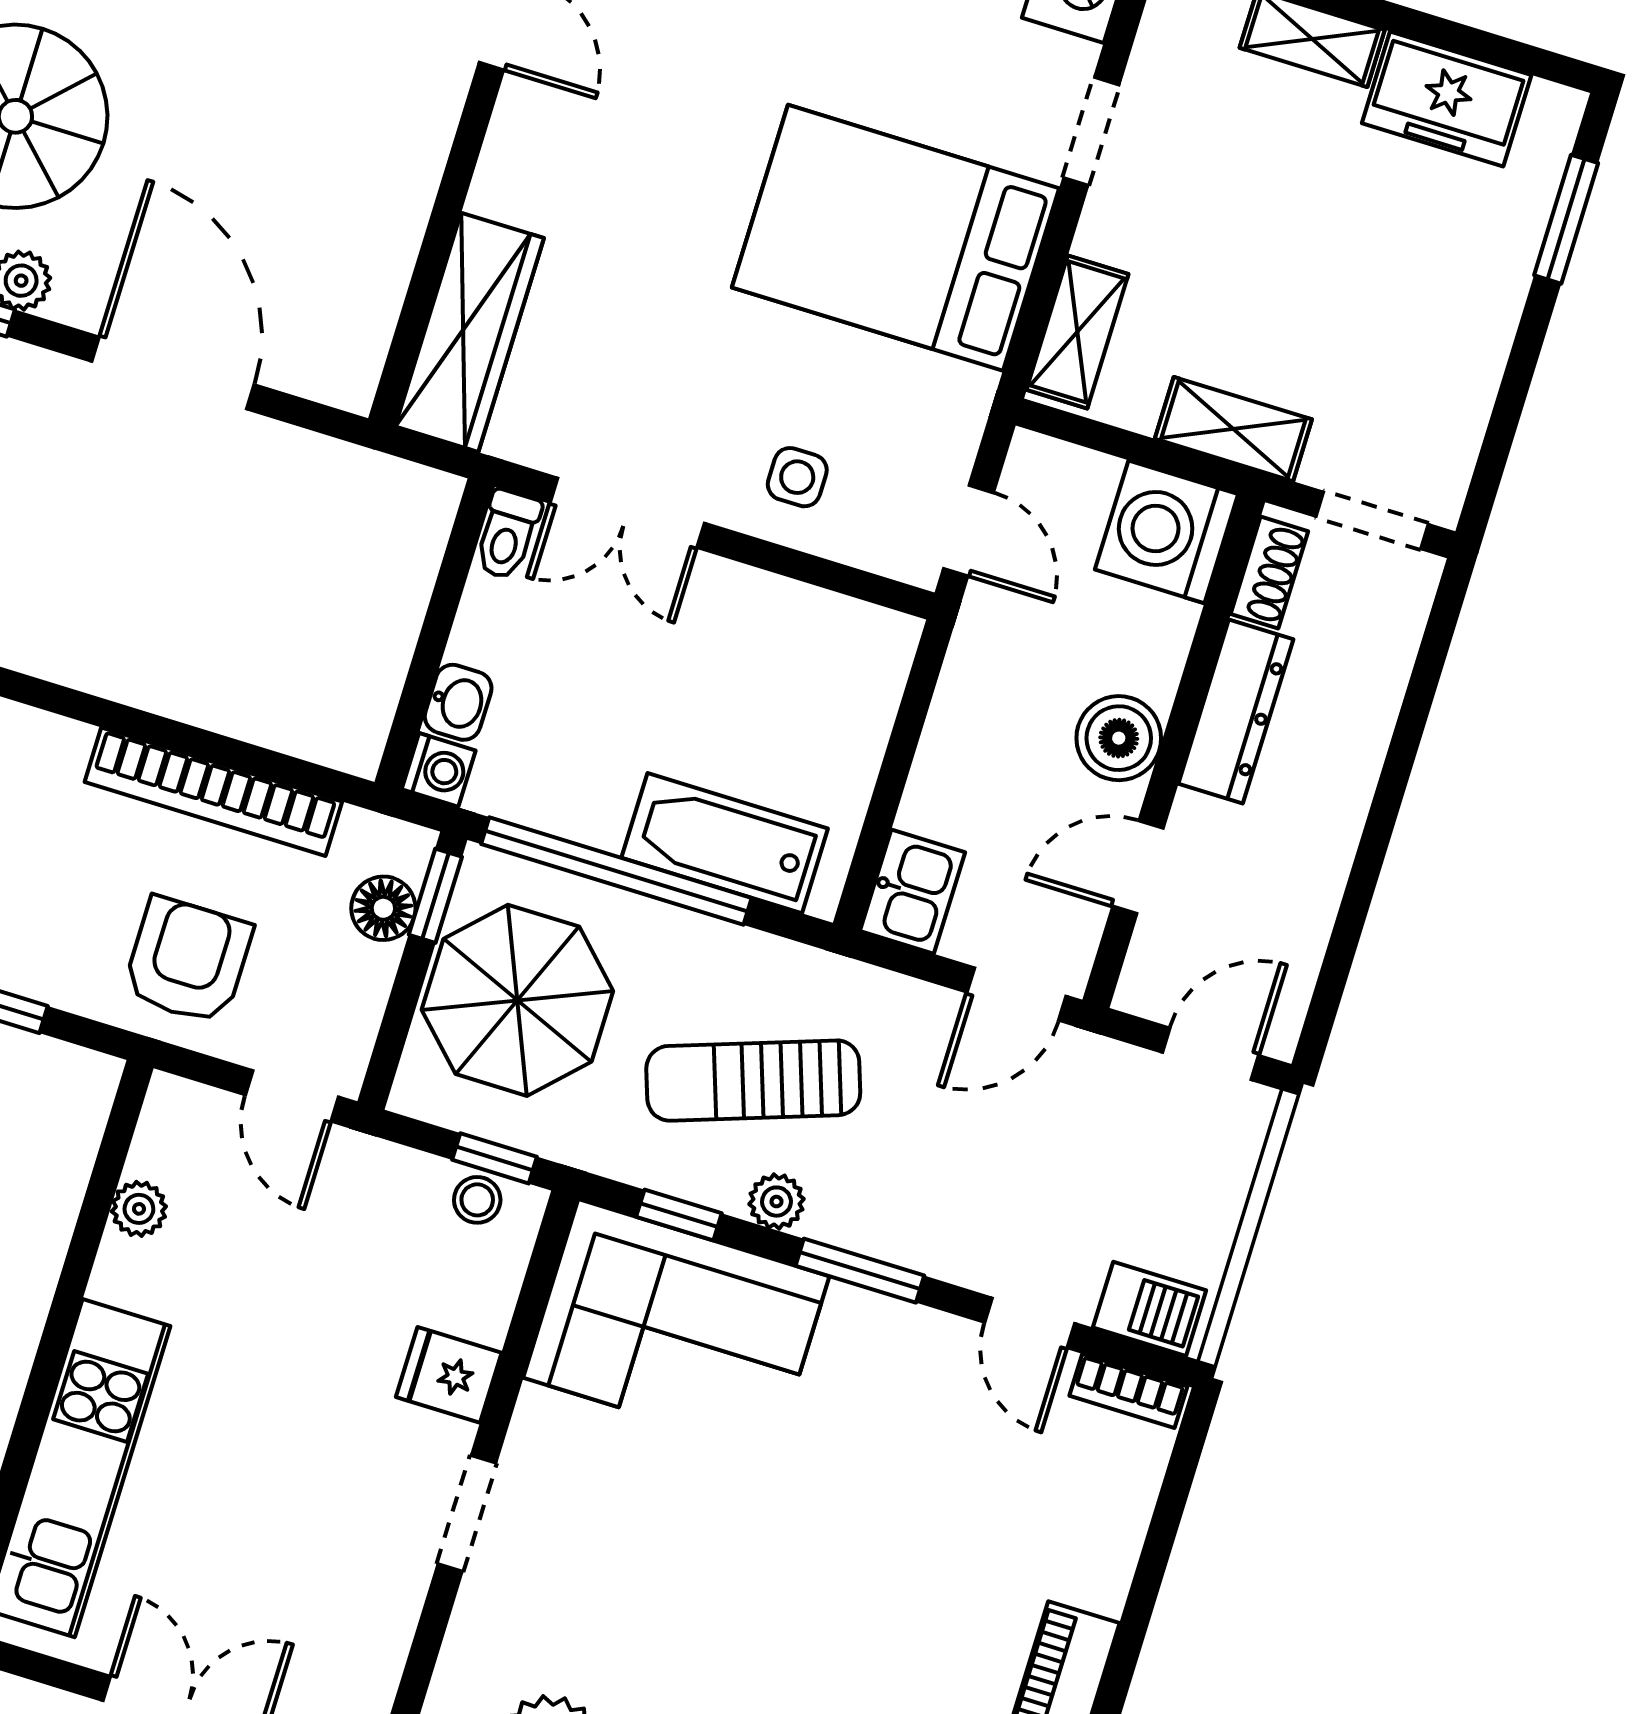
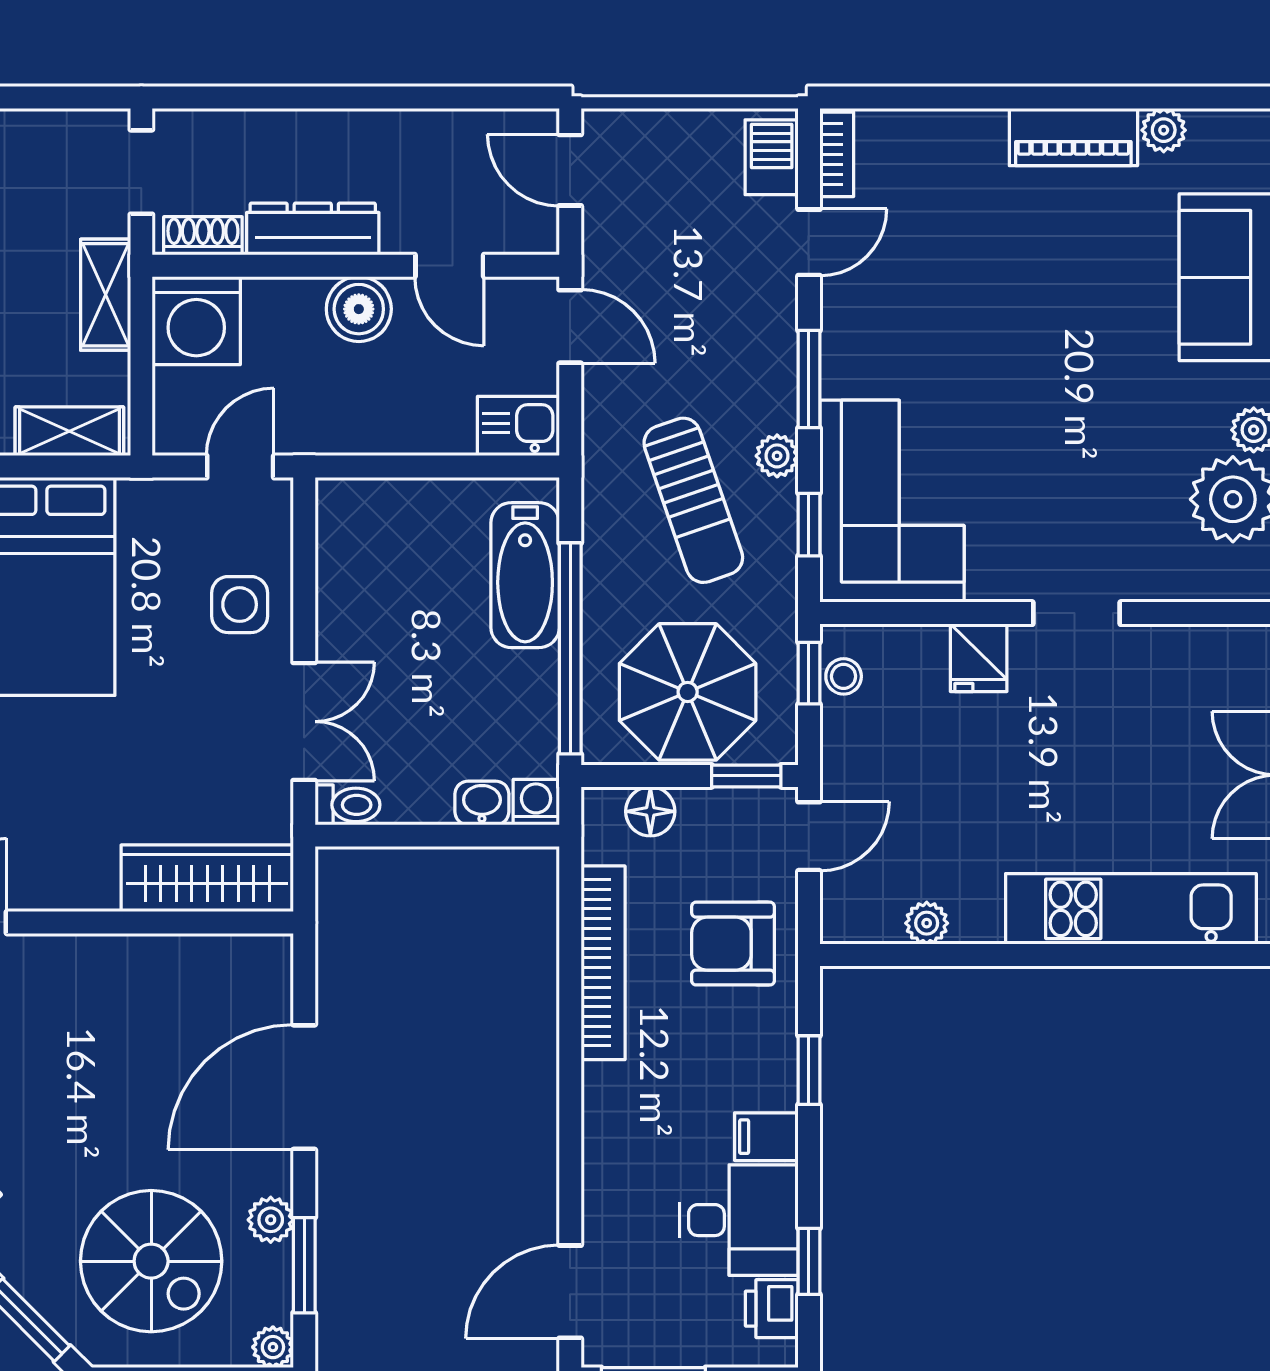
side table: (797, 477) -> (240, 605), width x1.37, depth x1.37
window: (435, 896) -> (746, 776), moved

